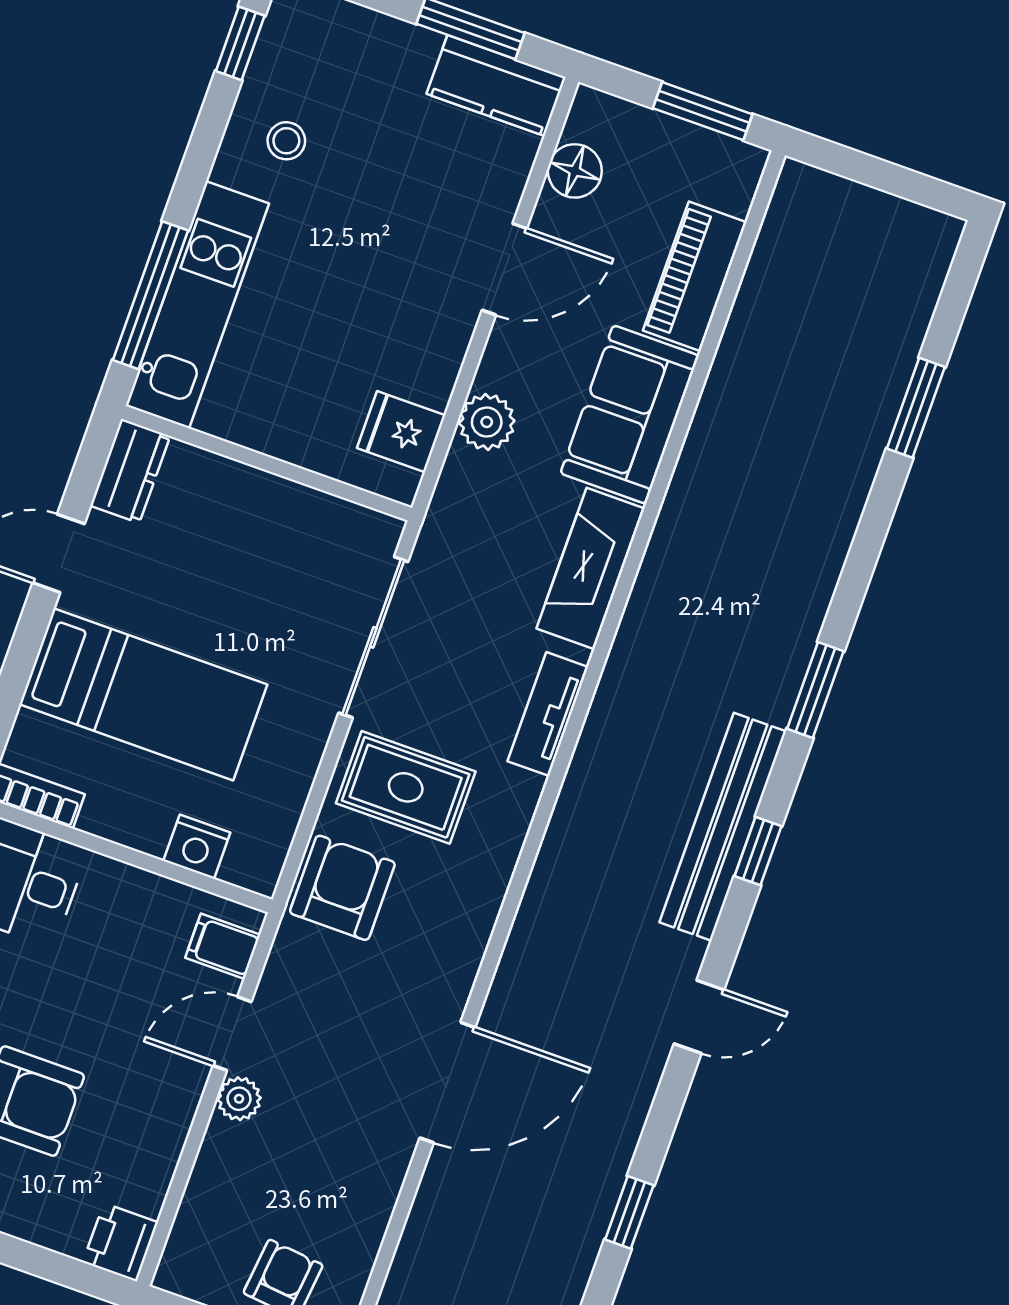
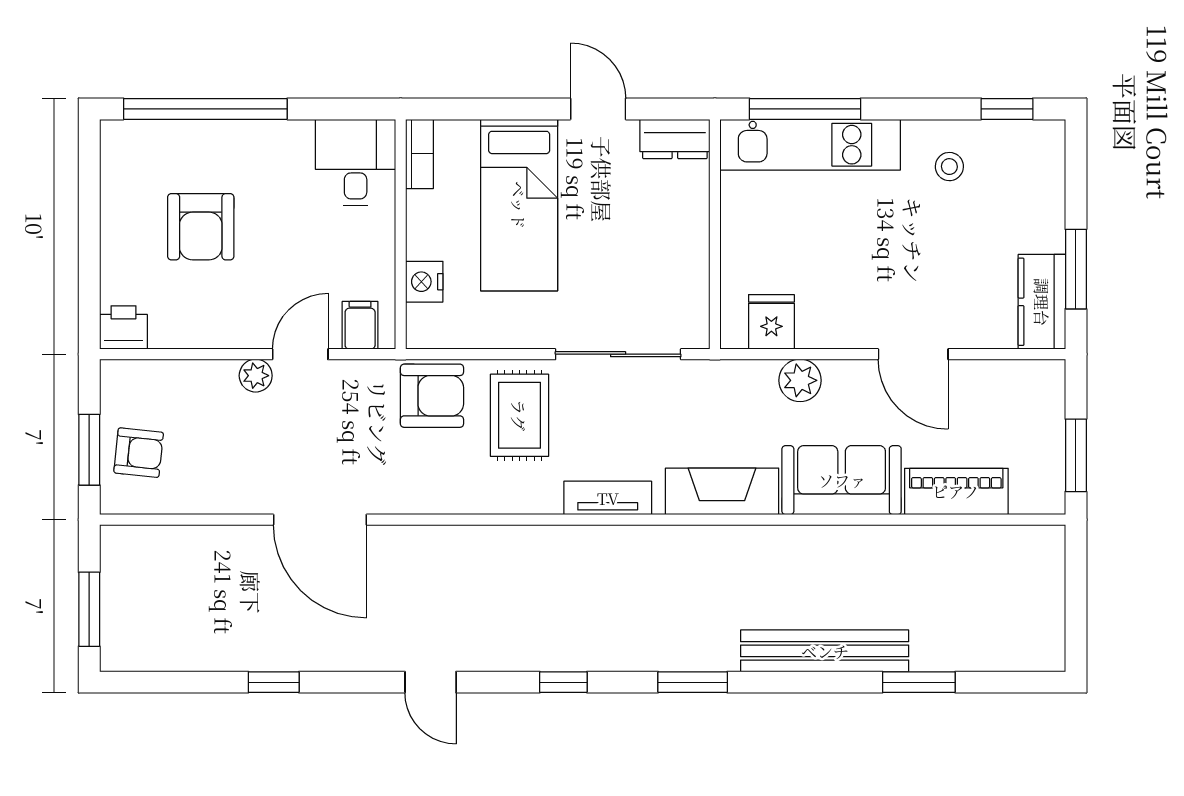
floor lamp: (575, 171) -> (1001, 379), removed
bench: (723, 827) -> (825, 651), moved
door: (232, 1034) -> (300, 354), hinge flipped

